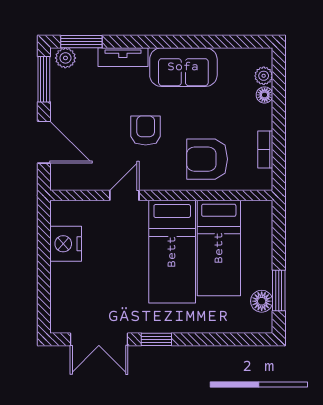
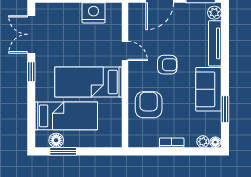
window: (81, 42) -> (225, 109), moved
tv unit: (123, 57) -> (215, 43), width x1.41
floor lamp: (265, 95) -> (215, 142), moved
bookcase: (265, 149) -> (172, 143), moved
bed: (219, 248) -> (66, 116), moved, turned 180

